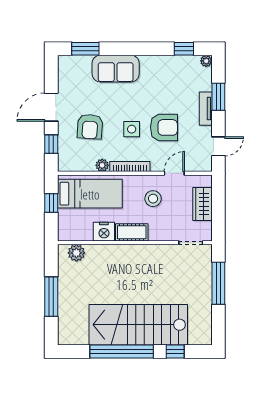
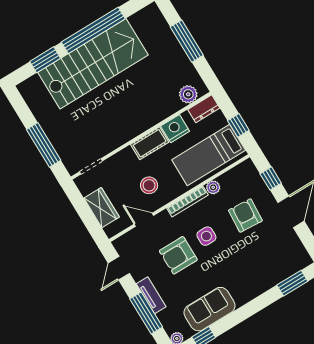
sofa: (116, 69) -> (210, 309), moved
window: (218, 97) -> (146, 313), width x1.44
door: (174, 173) -> (144, 220), swing flipped
dresser: (71, 234) -> (204, 109), added
window: (175, 351) -> (45, 60), width x1.50

